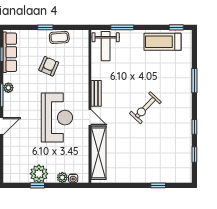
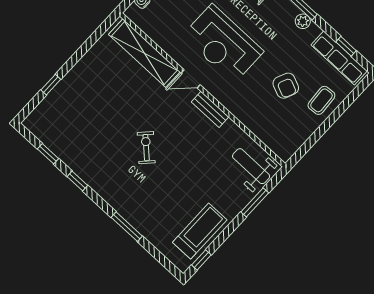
window: (45, 27) -> (331, 120), removed
coffee table: (59, 38) -> (321, 100), moved
exercise bike: (145, 108) -> (146, 148), width x0.73, depth x0.72

